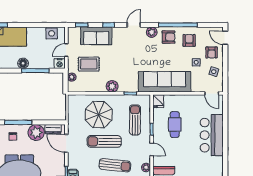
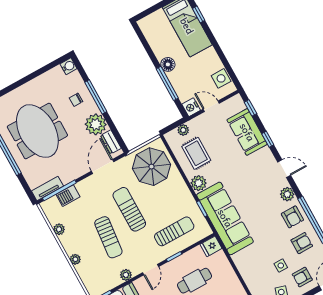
rug: (89, 64) -> (196, 153), moved
sofa: (165, 82) -> (225, 218), moved
parasol: (99, 115) -> (152, 167), moved

